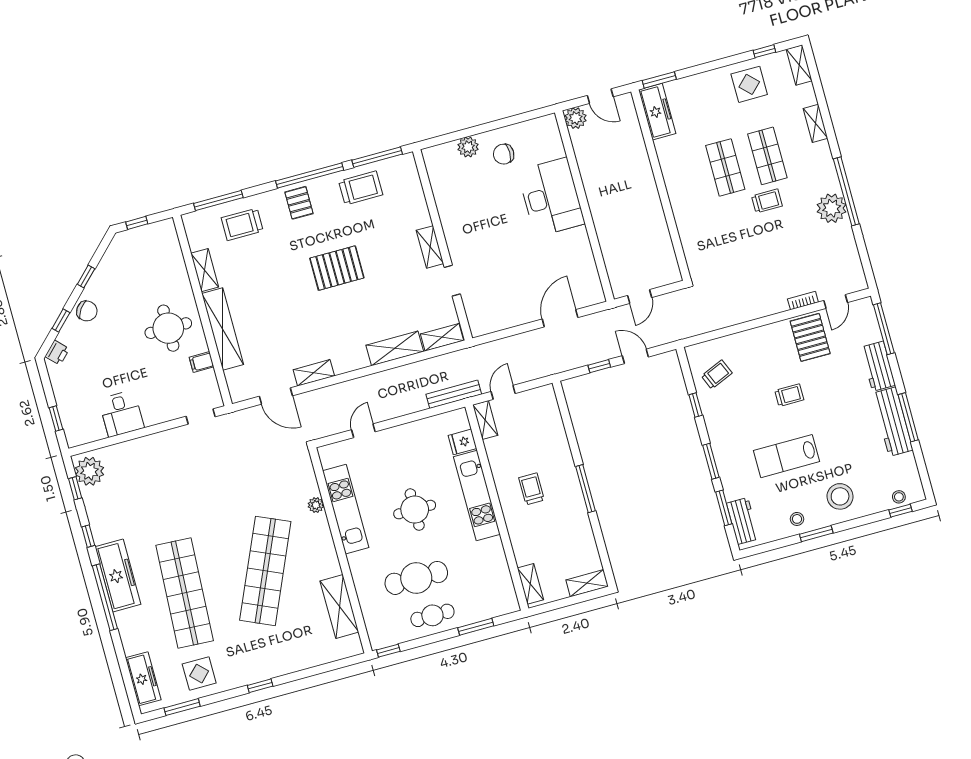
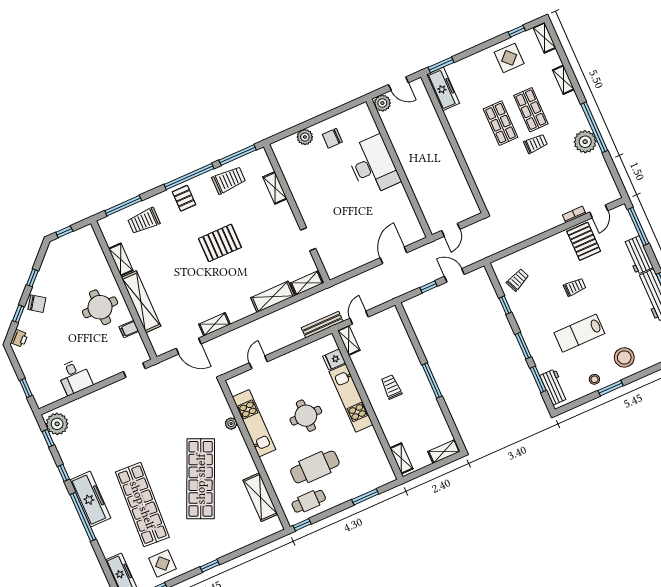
shelving: (430, 247) -> (275, 188), moved
cafe table: (432, 615) -> (309, 501), moved

